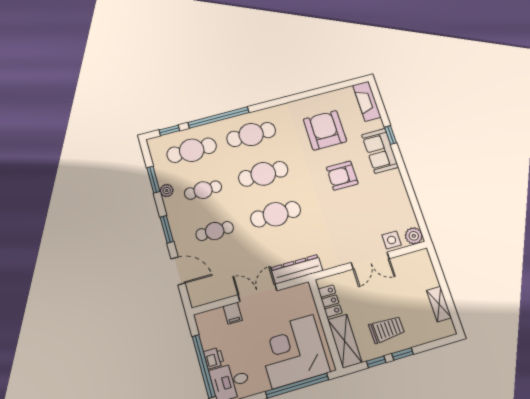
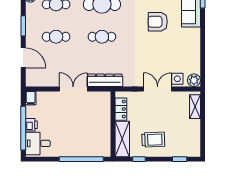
cafe table: (276, 214) -> (102, 37), width x0.73, depth x0.74
double door: (370, 261) -> (158, 89), swing flipped
shelving: (439, 304) -> (195, 107), moved
filing cabinet: (233, 313) -> (31, 98), moved
corner desk: (293, 351) -> (85, 136), removed
window: (403, 354) -> (180, 159), moved

